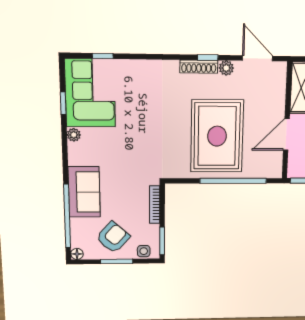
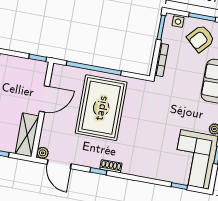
shoe rack: (199, 67) -> (111, 166), width x0.70
plant: (226, 68) -> (43, 153), moved

